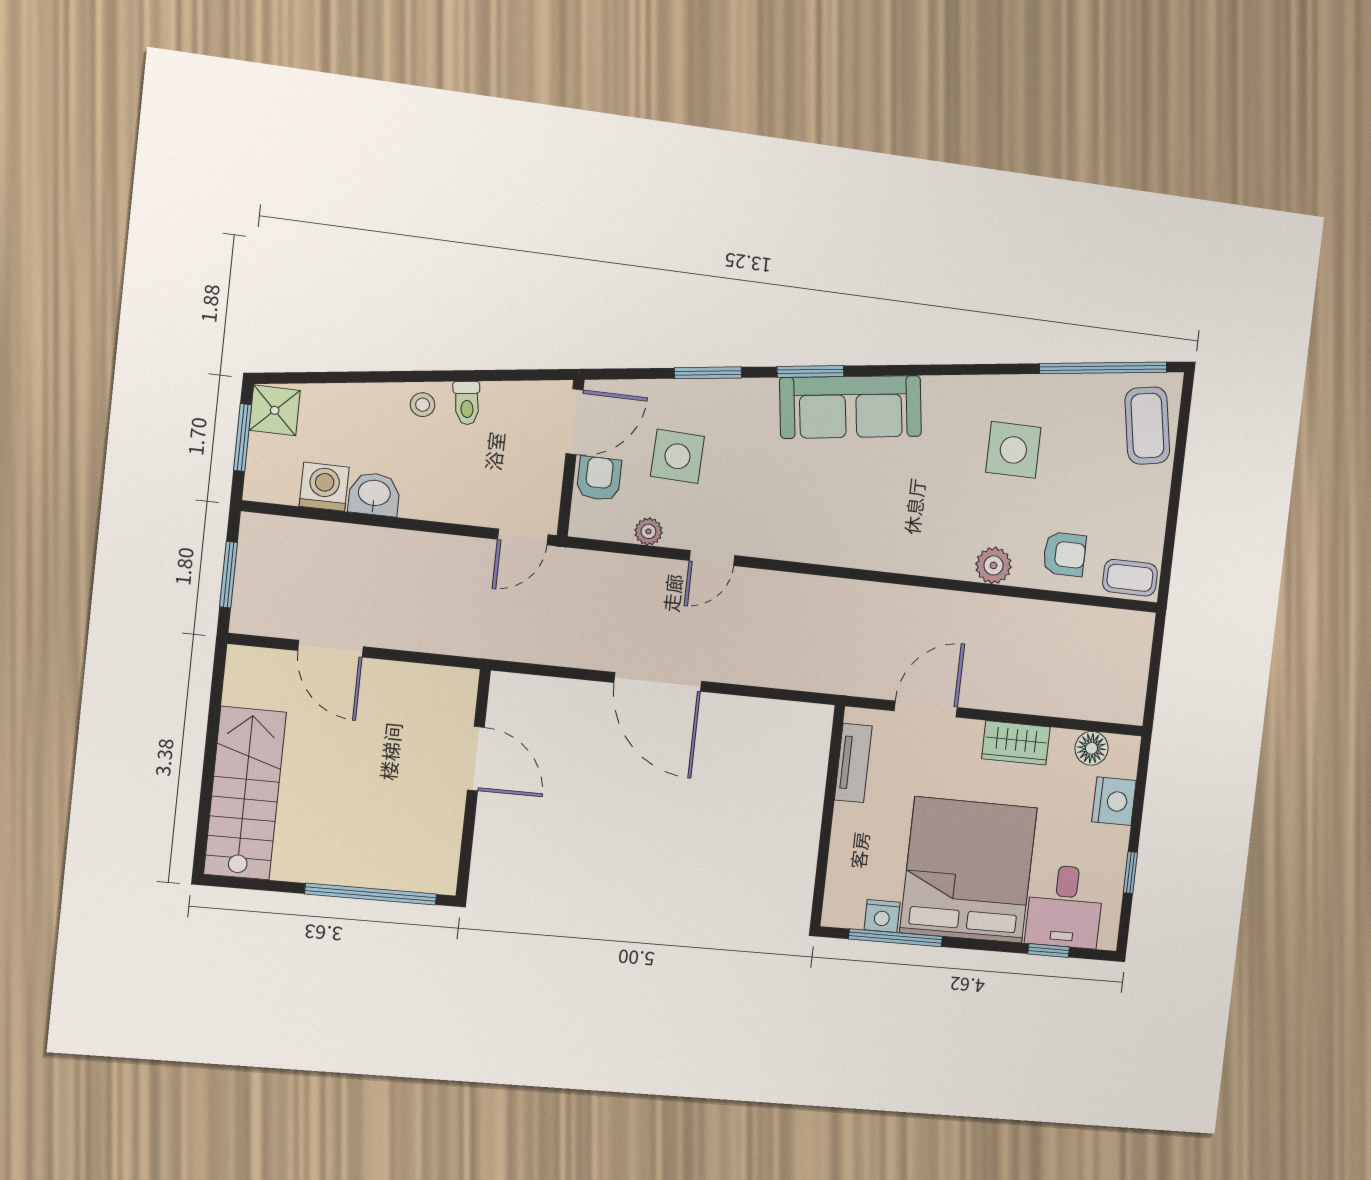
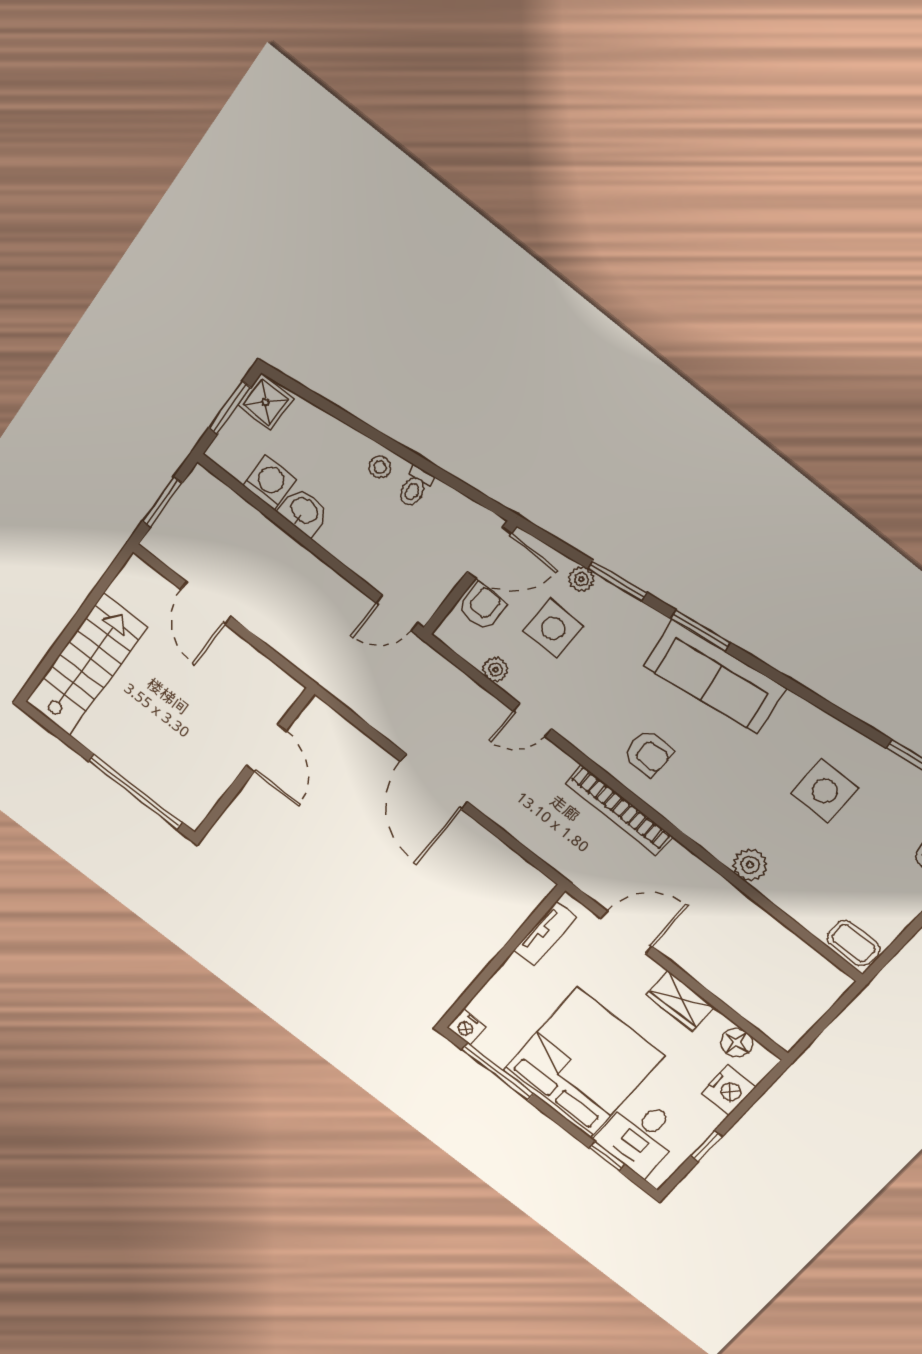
plant: (674, 392) -> (581, 579), added
armchair: (1064, 554) -> (648, 753), moved
bookcase: (845, 593) -> (619, 810), added
nightstand: (882, 916) -> (467, 1027), moved

